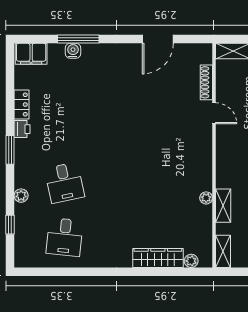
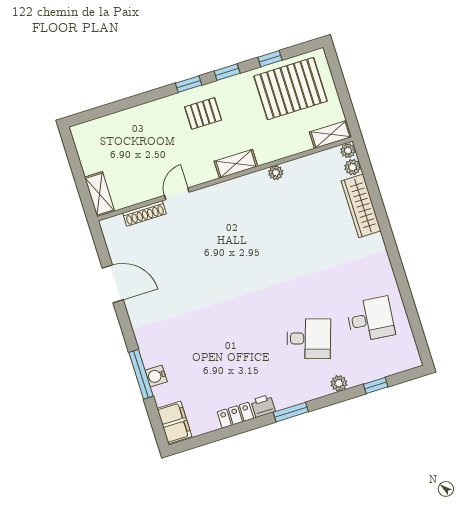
desk: (65, 183) -> (309, 339), turned 30
shelving: (223, 206) -> (236, 164), moved
plant: (206, 261) -> (348, 151), added

